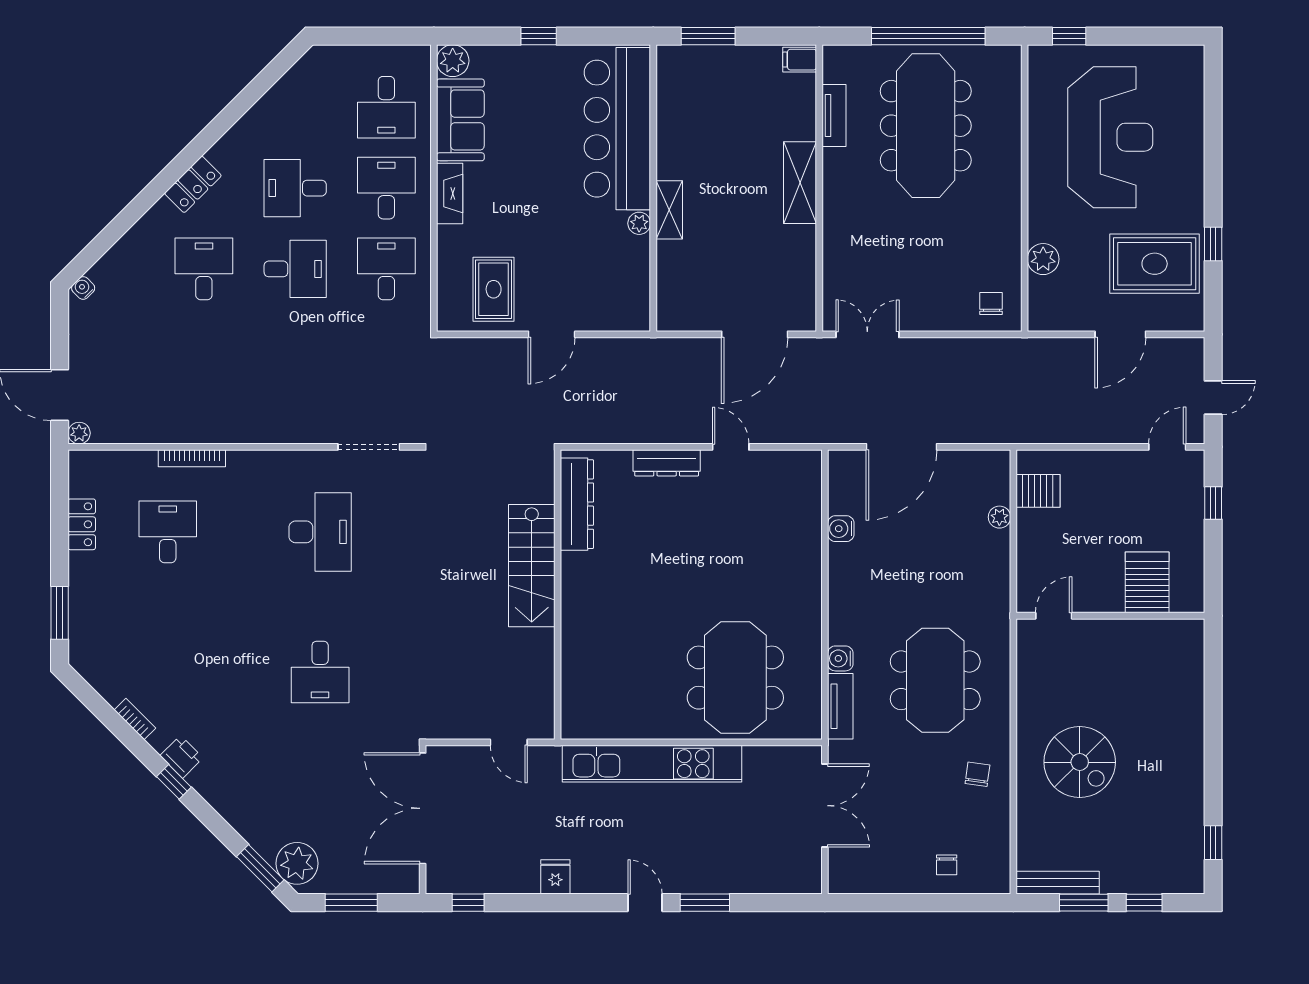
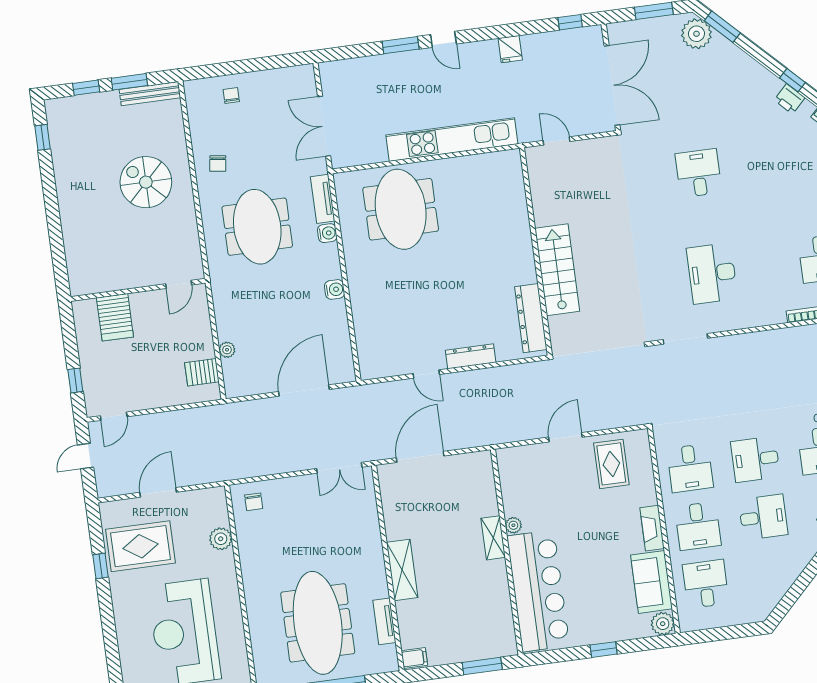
water cooler: (841, 529) -> (335, 289), moved

